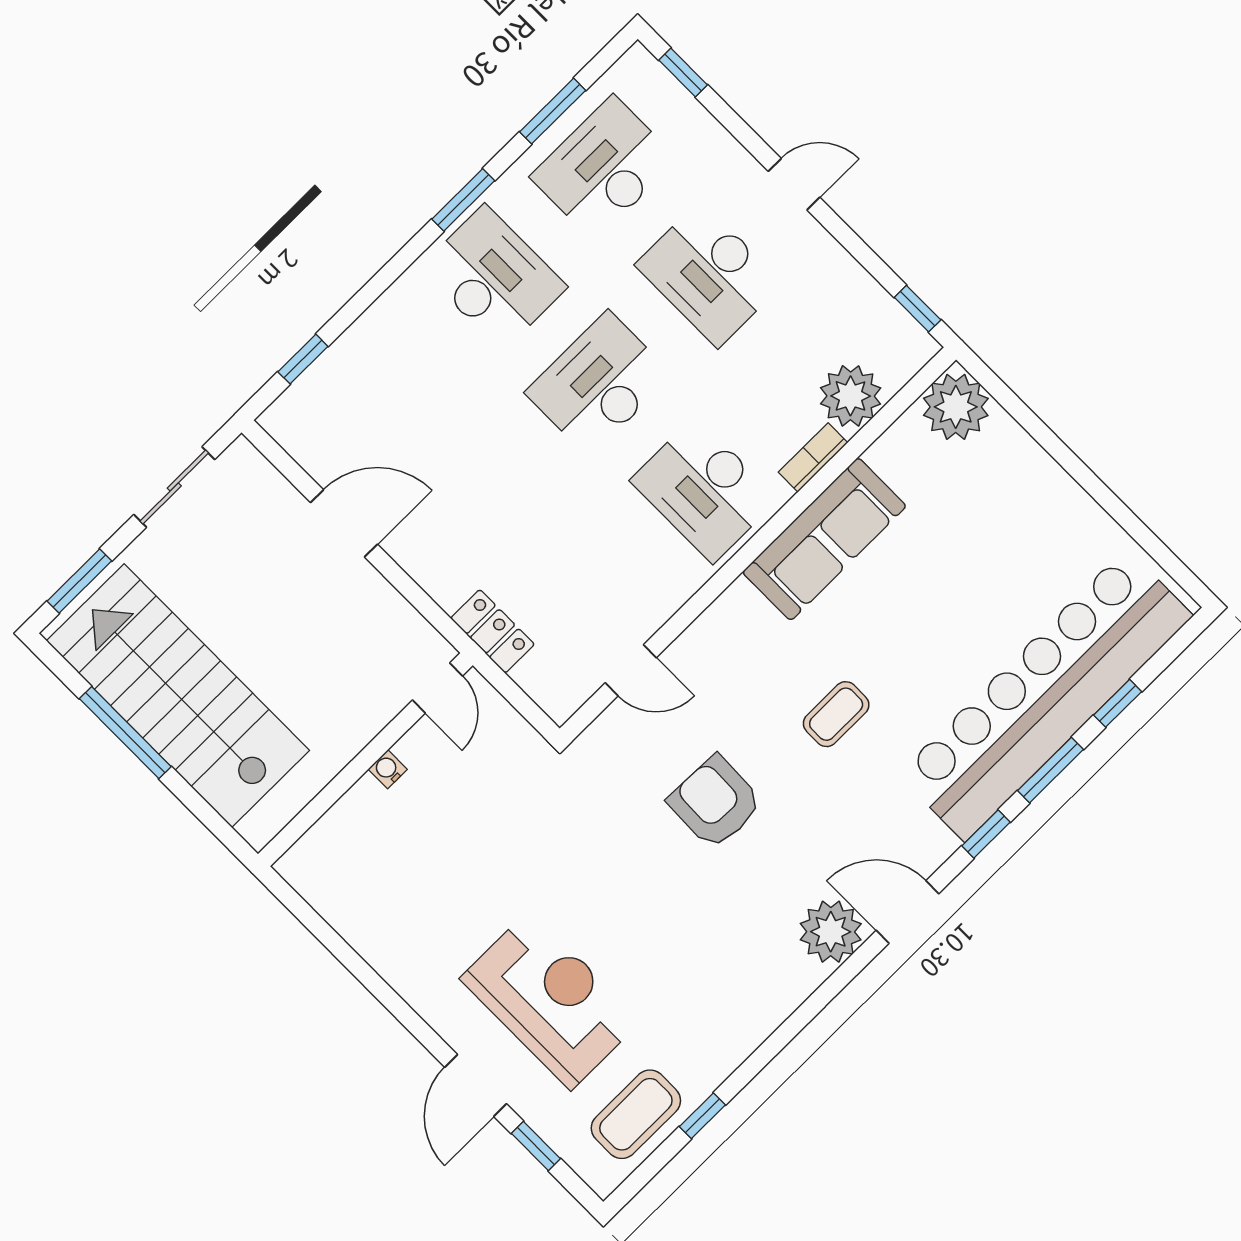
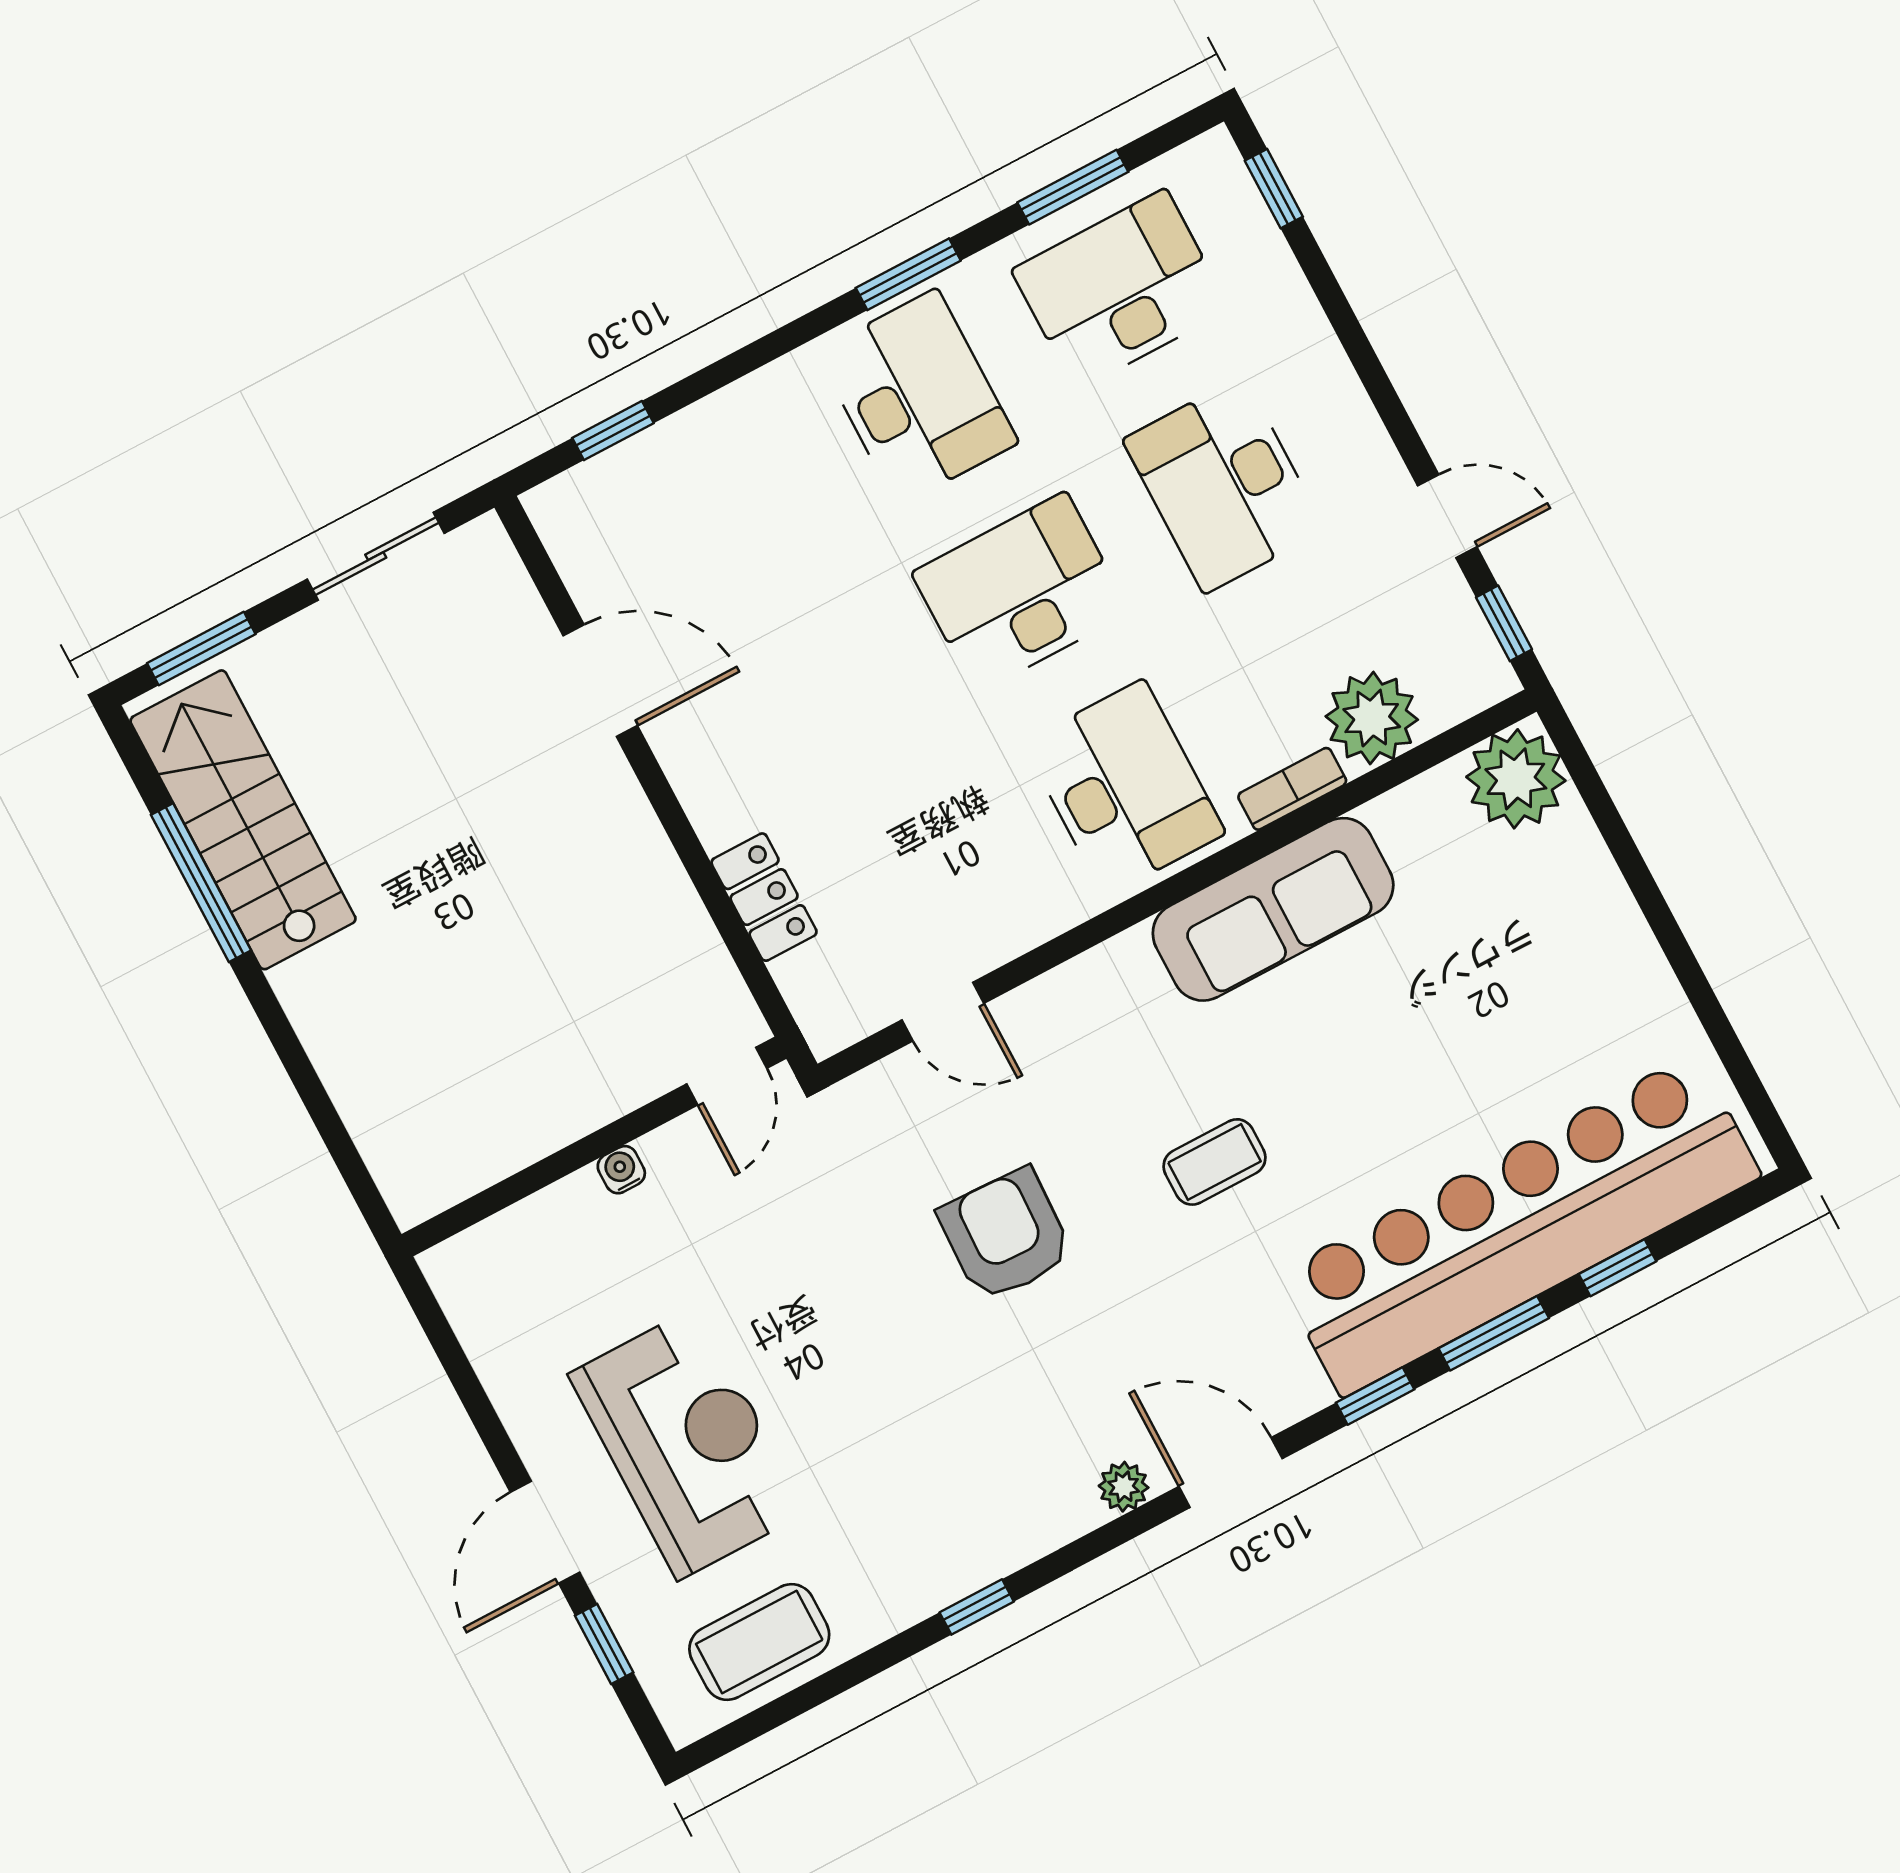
door: (794, 184) -> (1447, 516), moved
desk: (704, 490) -> (1124, 788), turned 180
door: (438, 688) -> (727, 1076), moved
stairs: (178, 696) -> (243, 820), width x0.73, depth x0.66
wall: (365, 760) -> (594, 1147), moved
water cooler: (388, 769) -> (621, 1170), moved
plant: (831, 932) -> (1124, 1487), width x0.53, depth x0.53
window: (702, 1116) -> (977, 1607), moved

